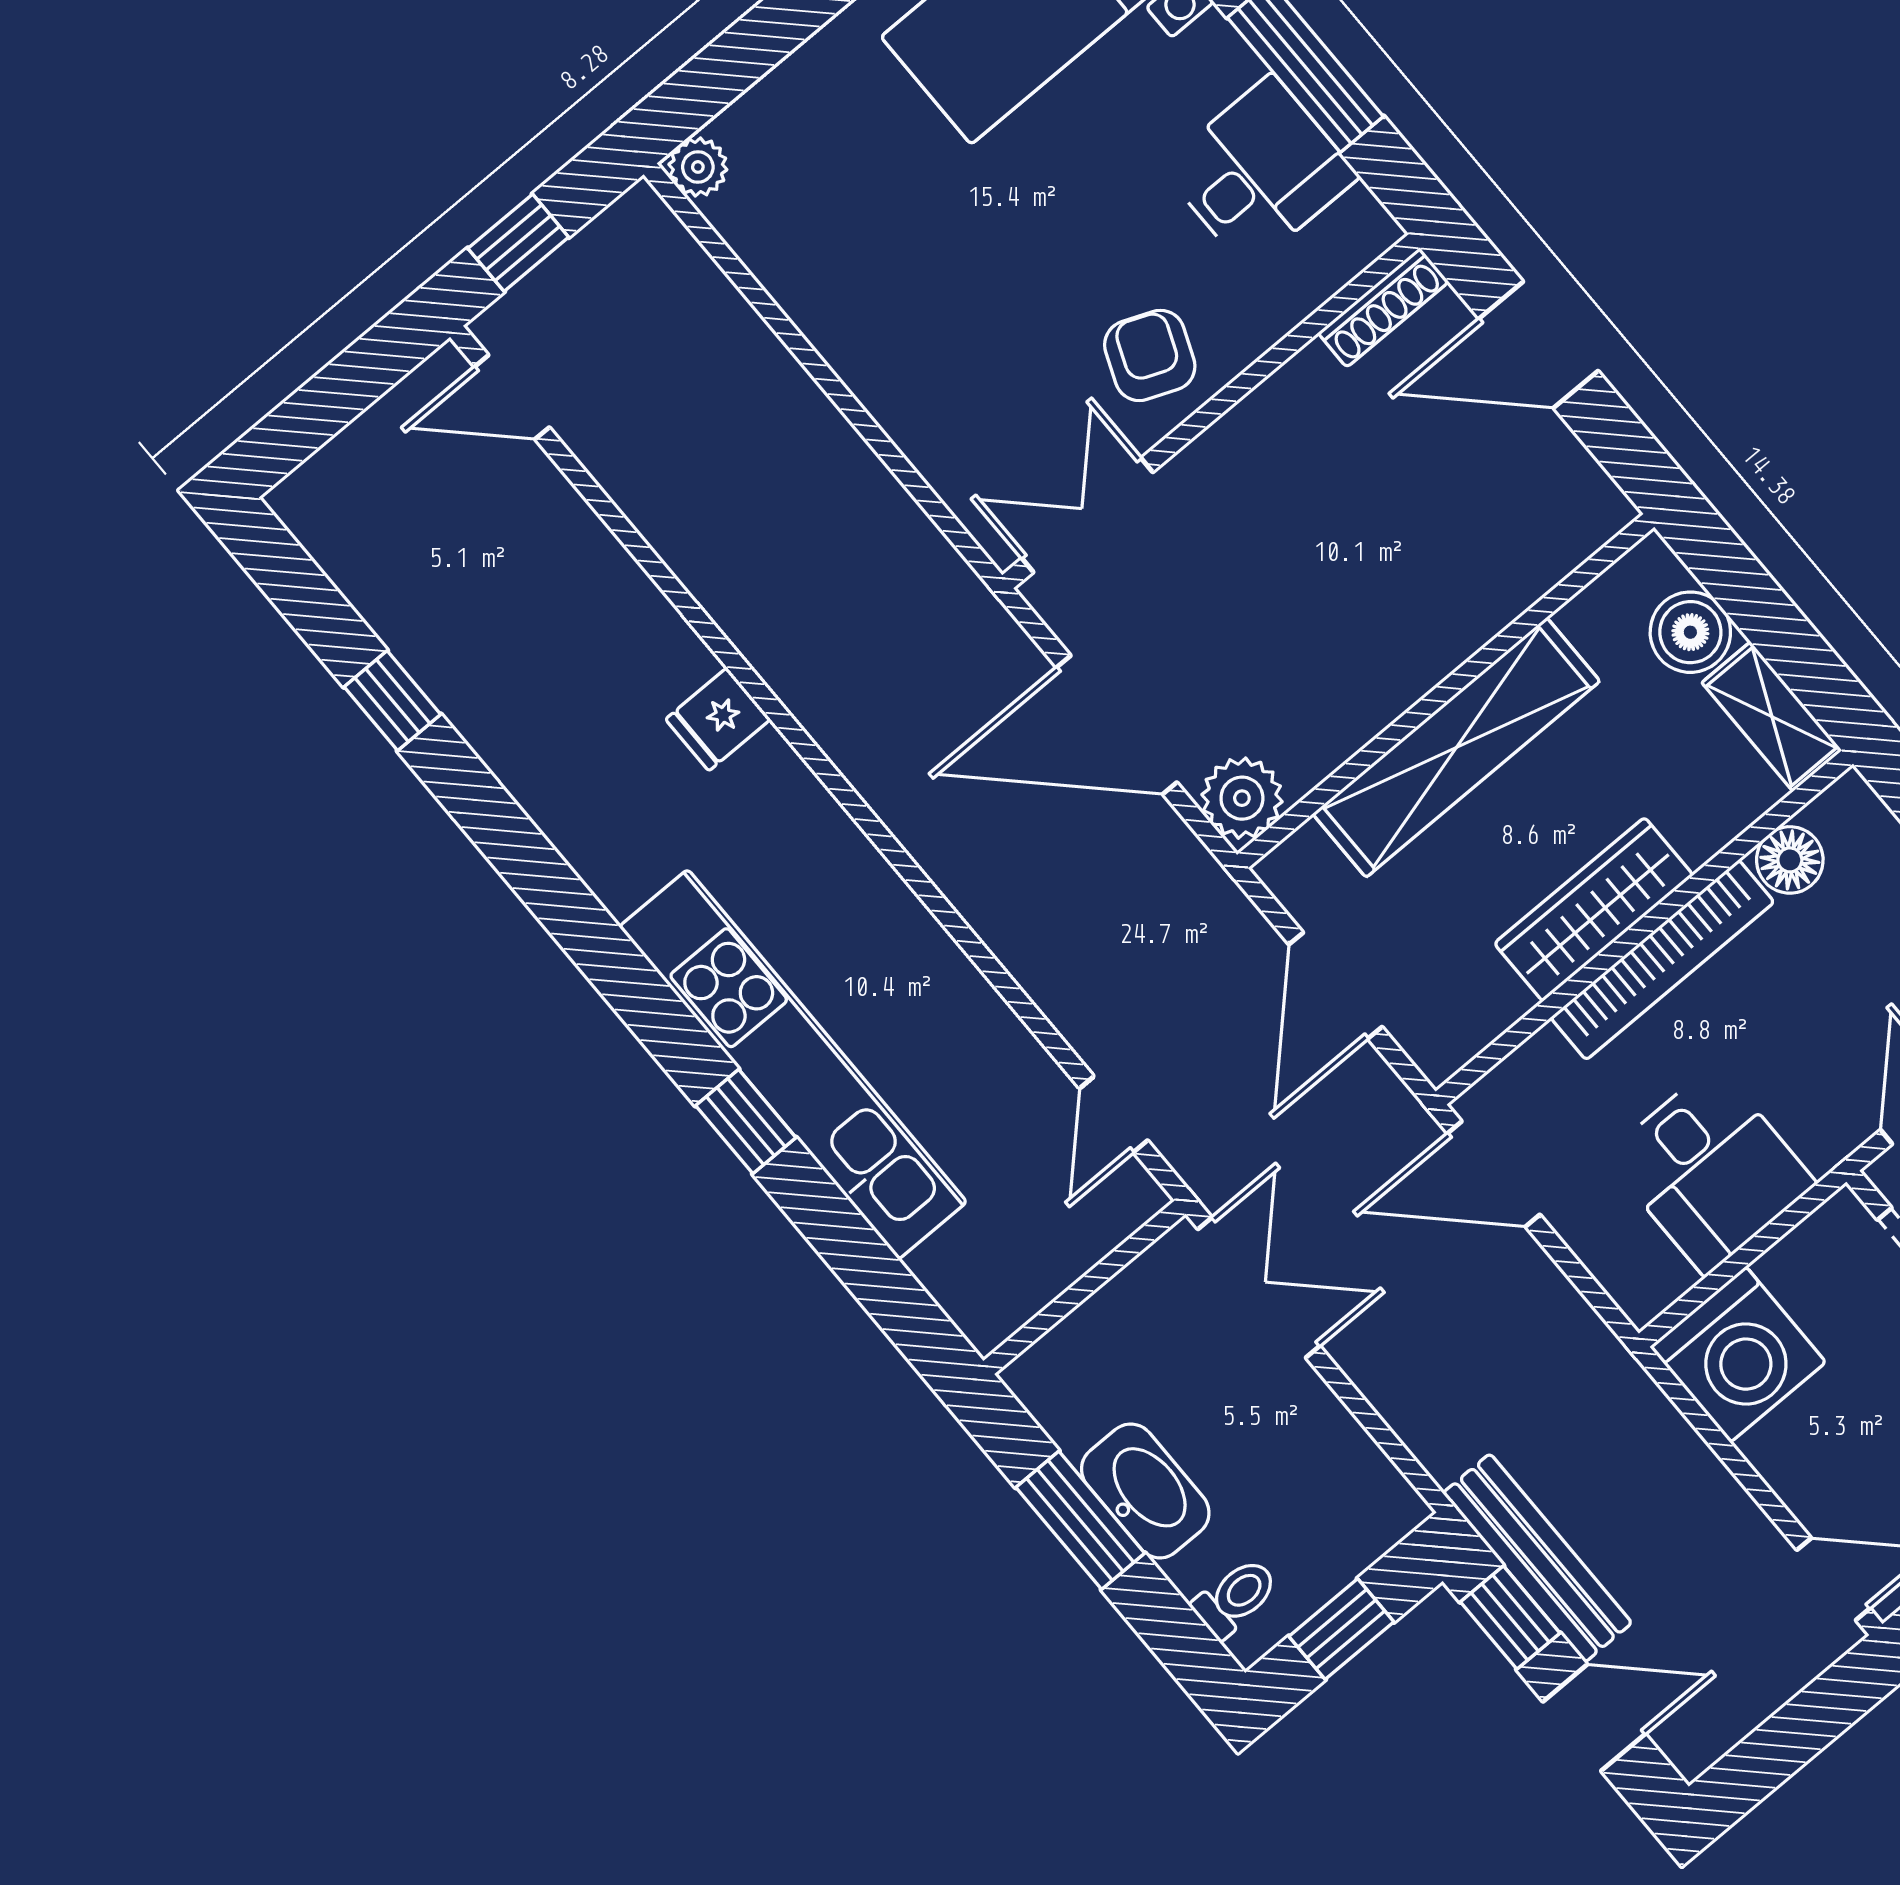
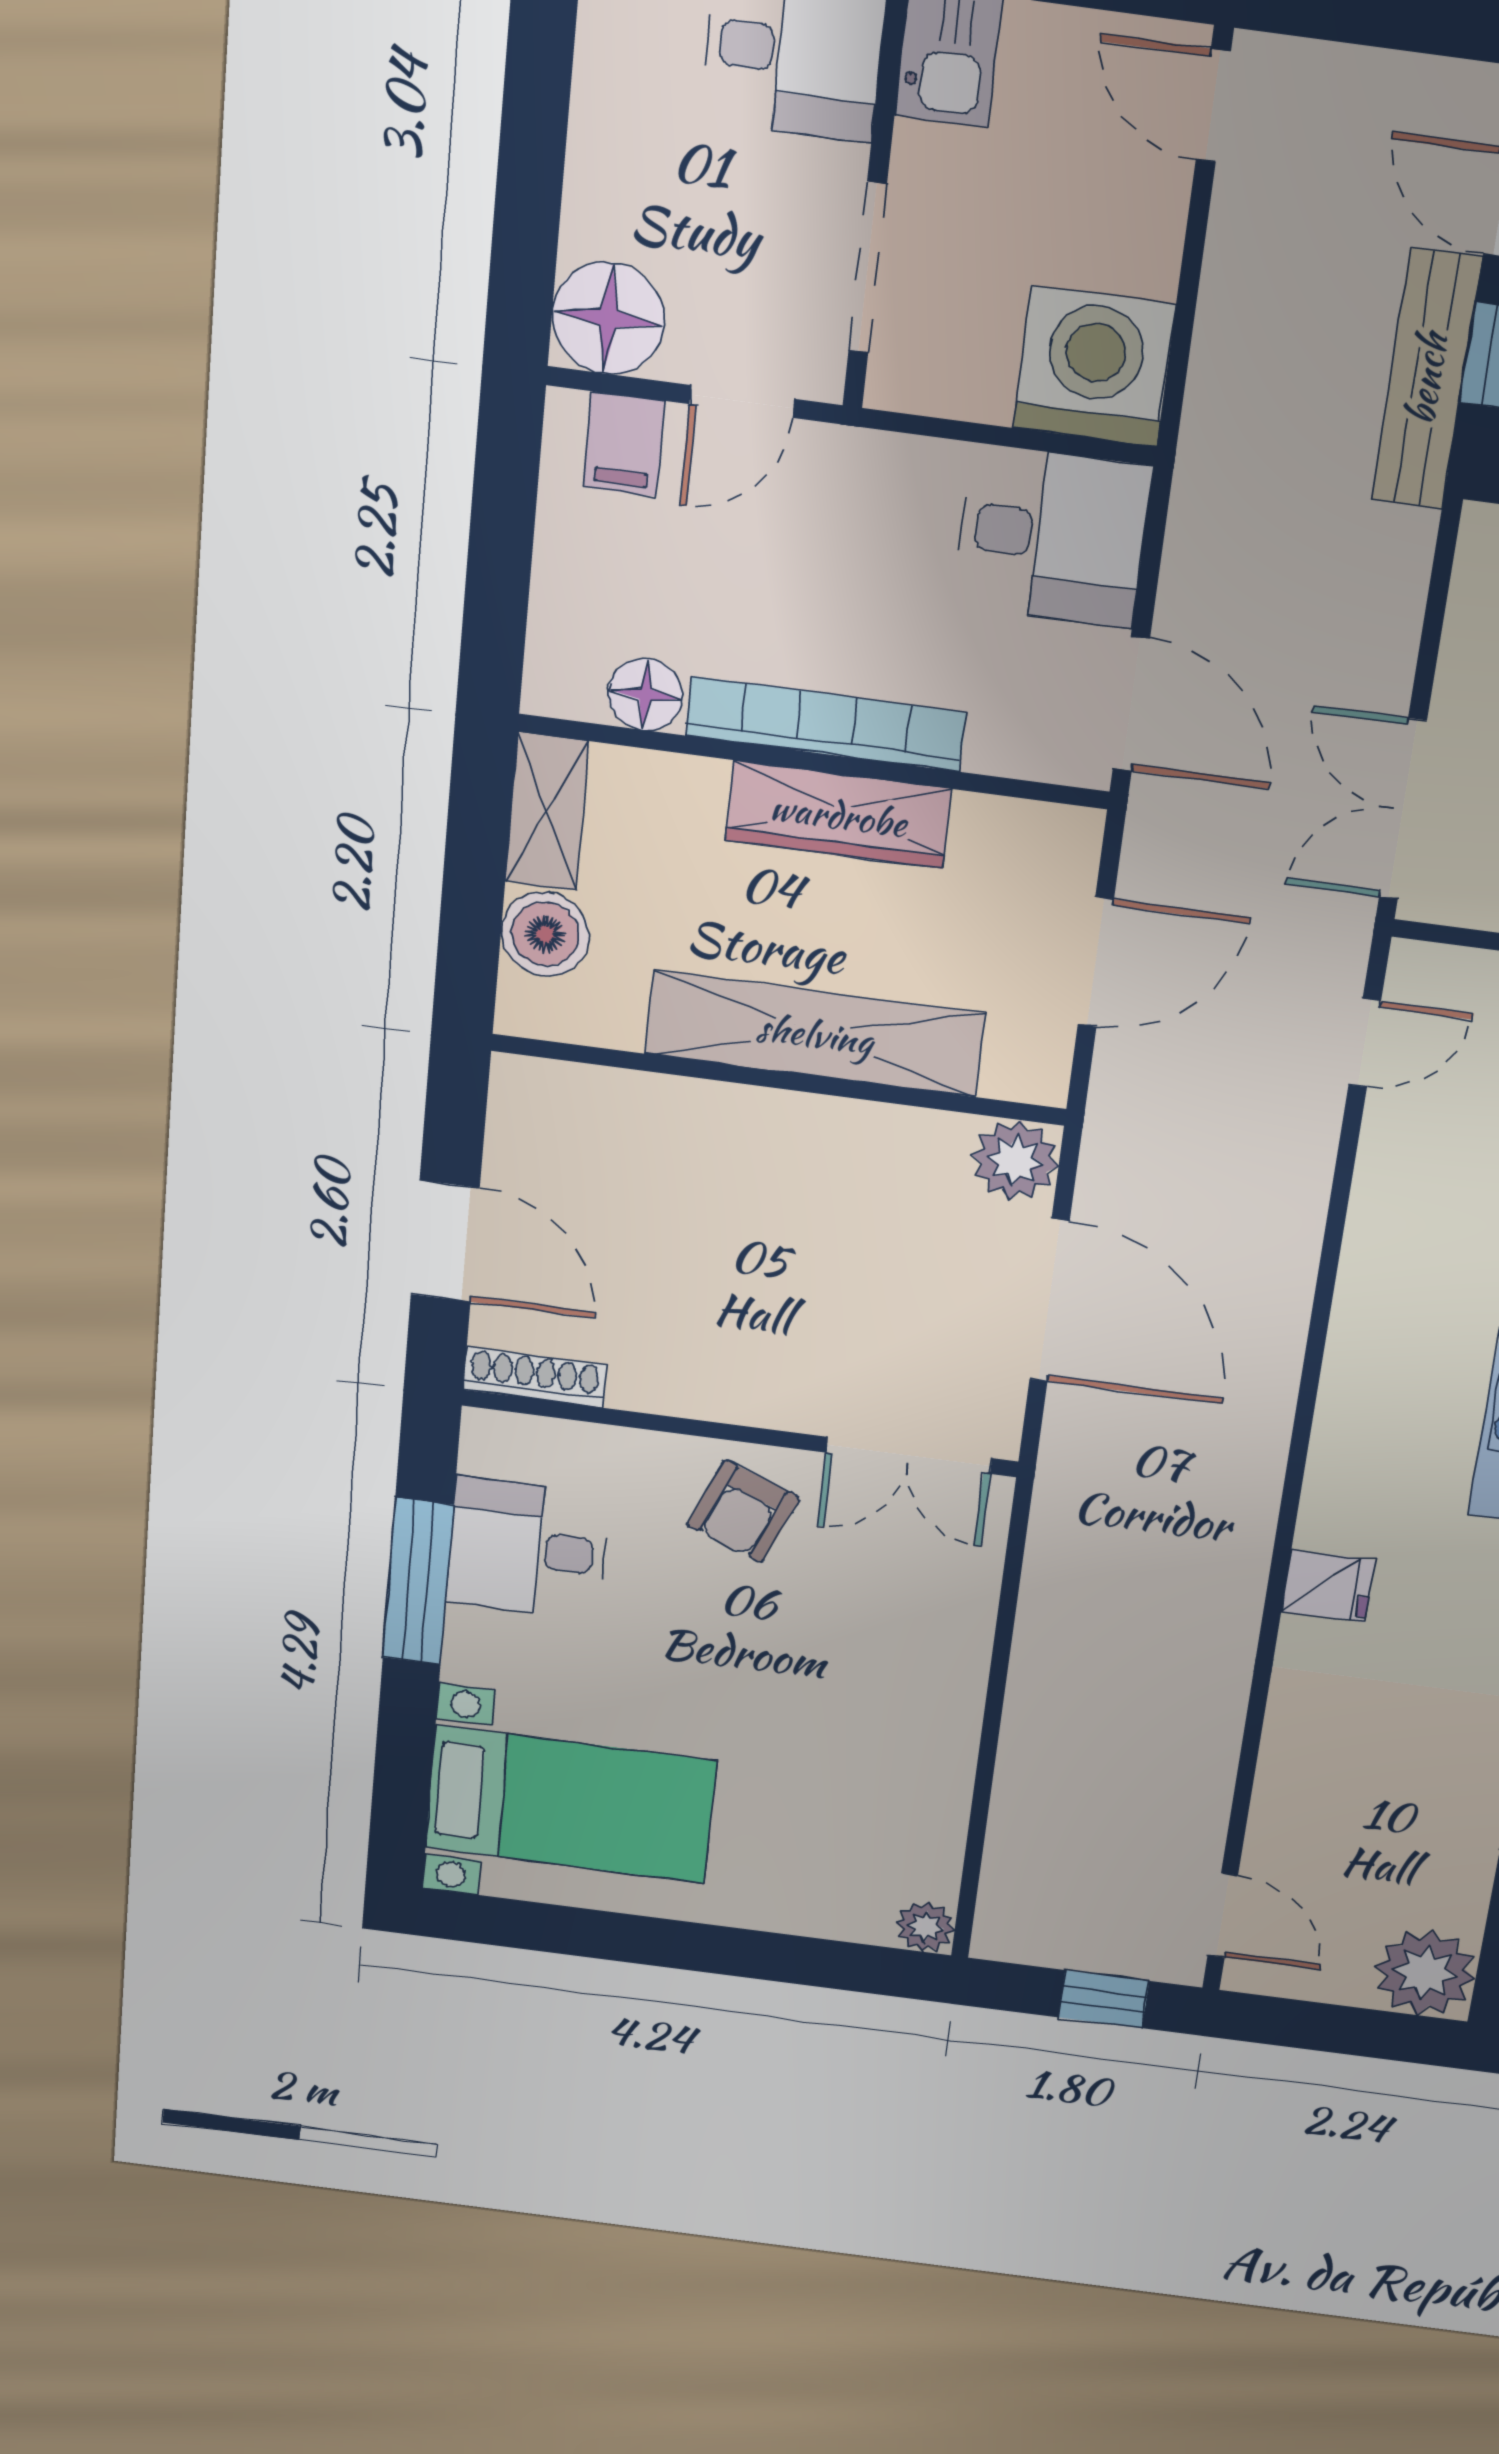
plant: (330, 504) -> (1425, 1972), added
desk: (1710, 1170) -> (1052, 536), moved, turned 90

